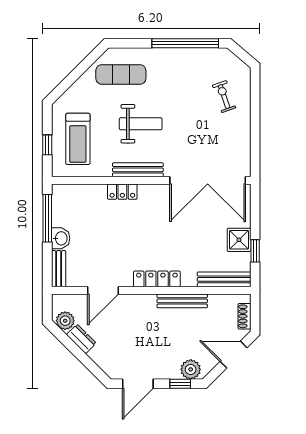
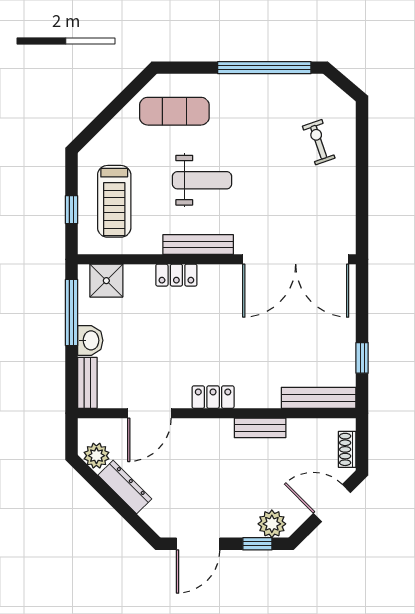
shower: (239, 240) -> (106, 281), moved
locker: (157, 279) -> (213, 397), width x0.66
bench: (182, 301) -> (260, 428), width x0.73
dresser: (81, 339) -> (125, 487), width x1.44

